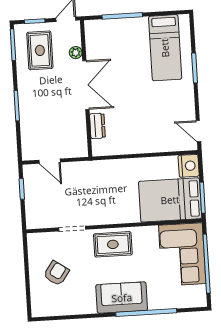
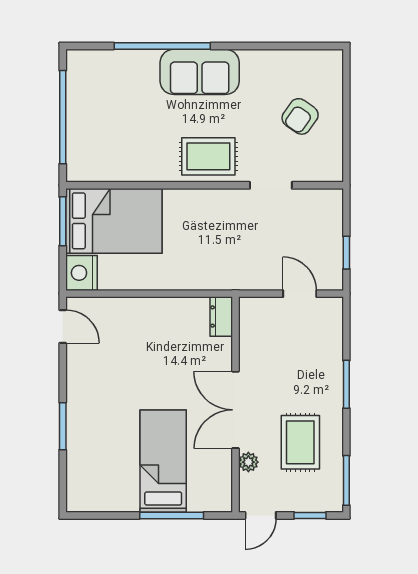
bed: (165, 48) -> (163, 461), moved
rug: (40, 50) -> (300, 442), moved
dresser: (97, 126) -> (221, 317), moved
corner sofa: (182, 254) -> (100, 134), removed

